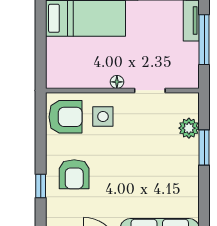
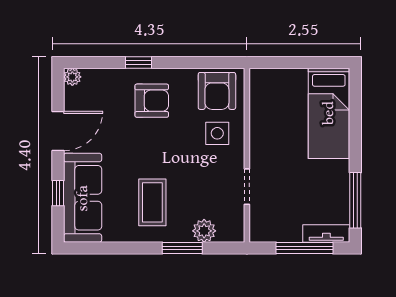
floor lamp: (117, 82) -> (257, 149), removed
armchair: (74, 174) -> (152, 101), turned 180
coffee table: (164, 174) -> (152, 202), added

